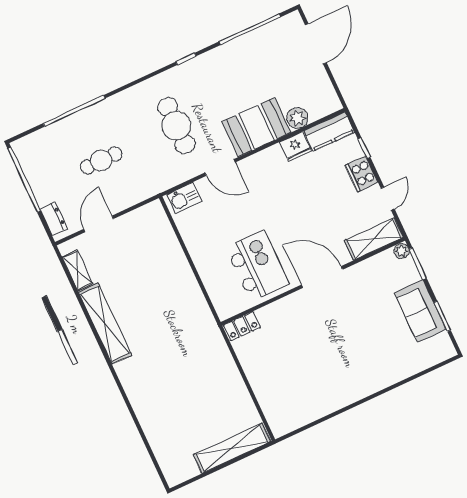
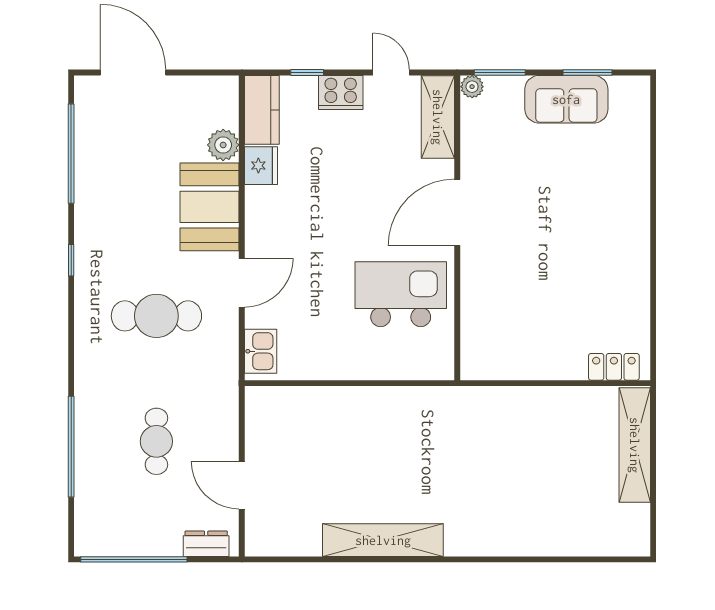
shelving: (77, 270) -> (292, 544), removed
locker: (242, 326) -> (614, 367), moved, turned -90

